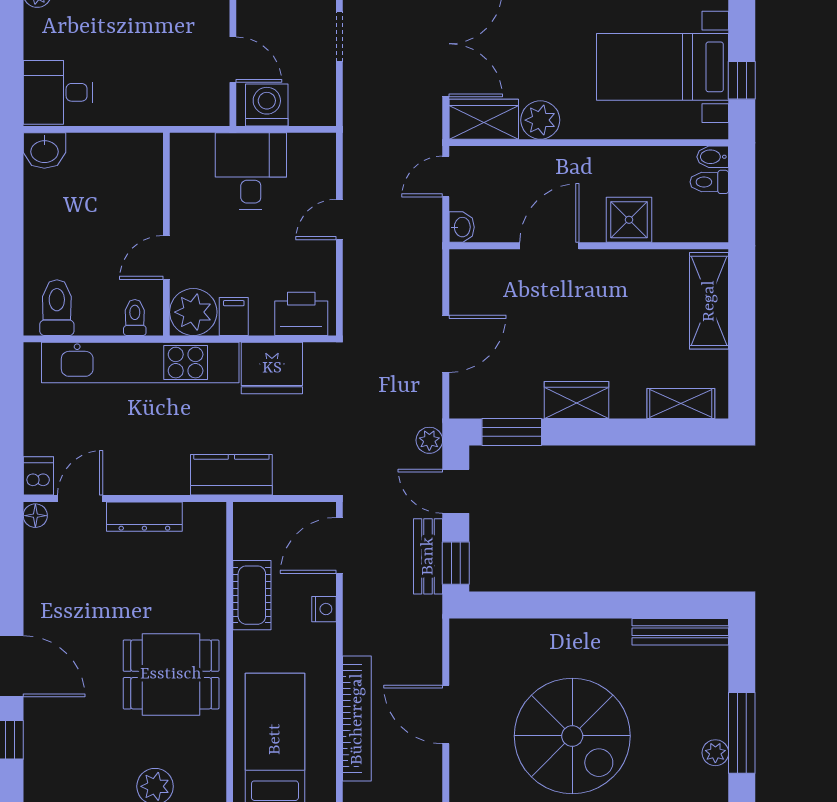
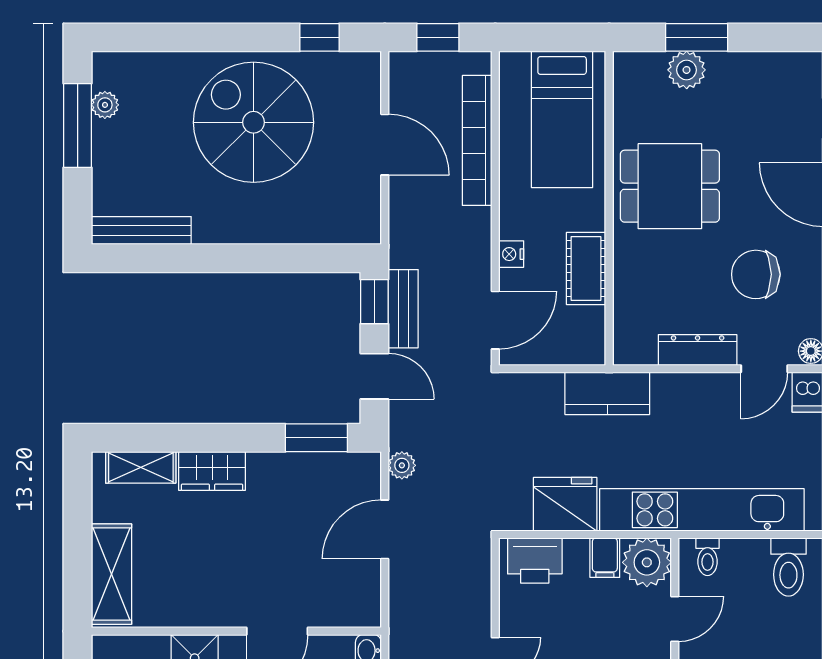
wardrobe: (576, 400) -> (212, 471), moved
plant: (429, 440) -> (402, 465), moved
chair: (88, 589) -> (756, 274), added

